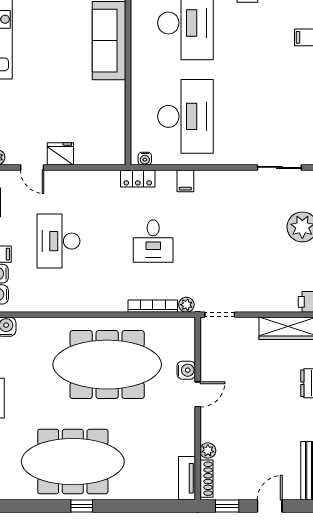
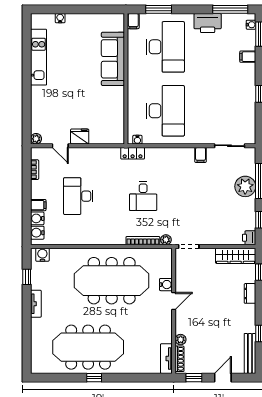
filing cabinet: (185, 181) -> (201, 155), moved

